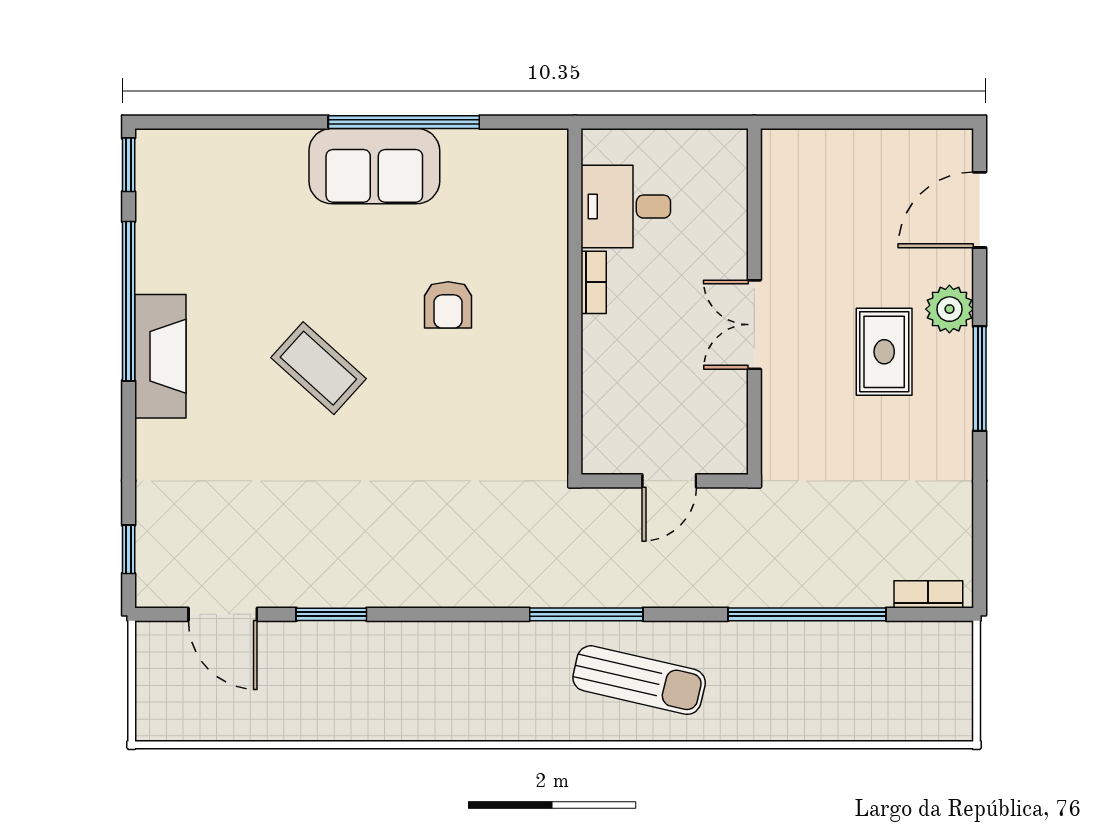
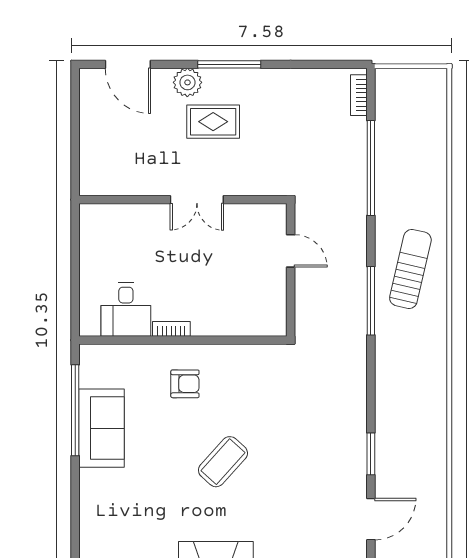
desk: (626, 207) -> (126, 310), moved
bookcase: (594, 282) -> (171, 329), moved
wall: (575, 301) -> (183, 340), moved

